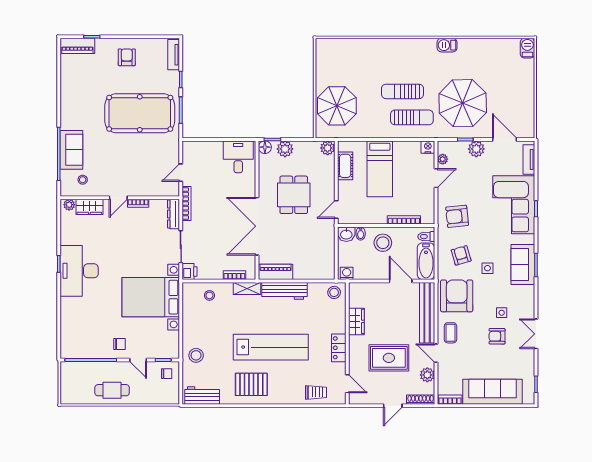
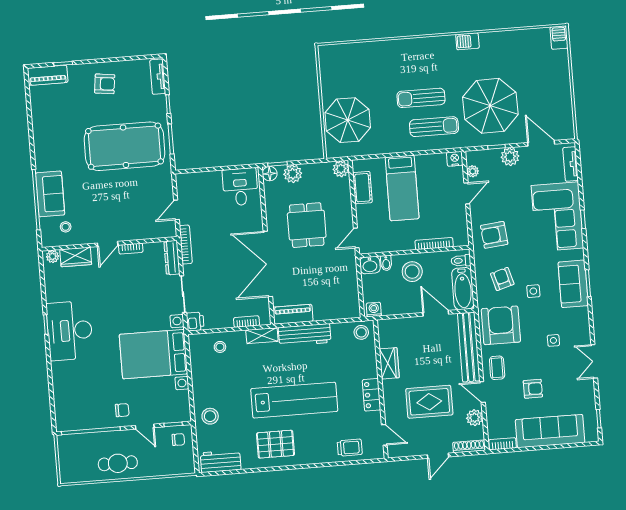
armchair: (127, 57) -> (105, 84), turned 97
armchair: (497, 336) -> (533, 389), moved, turned 180

